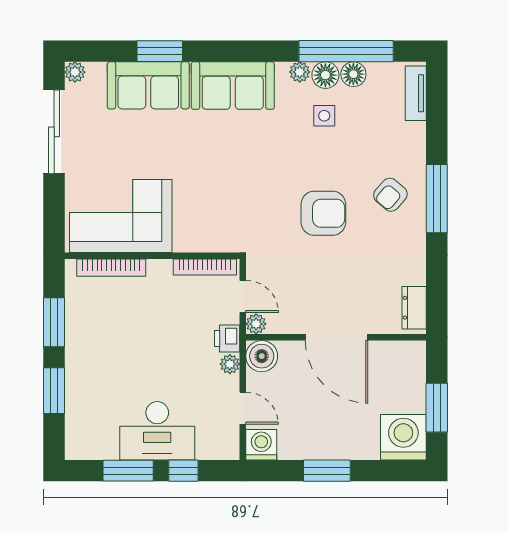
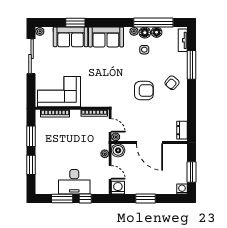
window: (437, 199) -> (191, 65), moved
printer: (227, 339) -> (104, 143), removed
washing machine: (403, 437) -> (182, 189), width x0.53, depth x0.53

